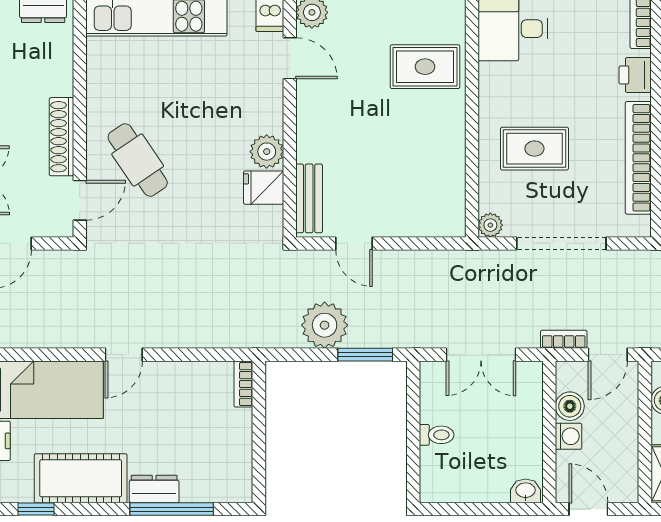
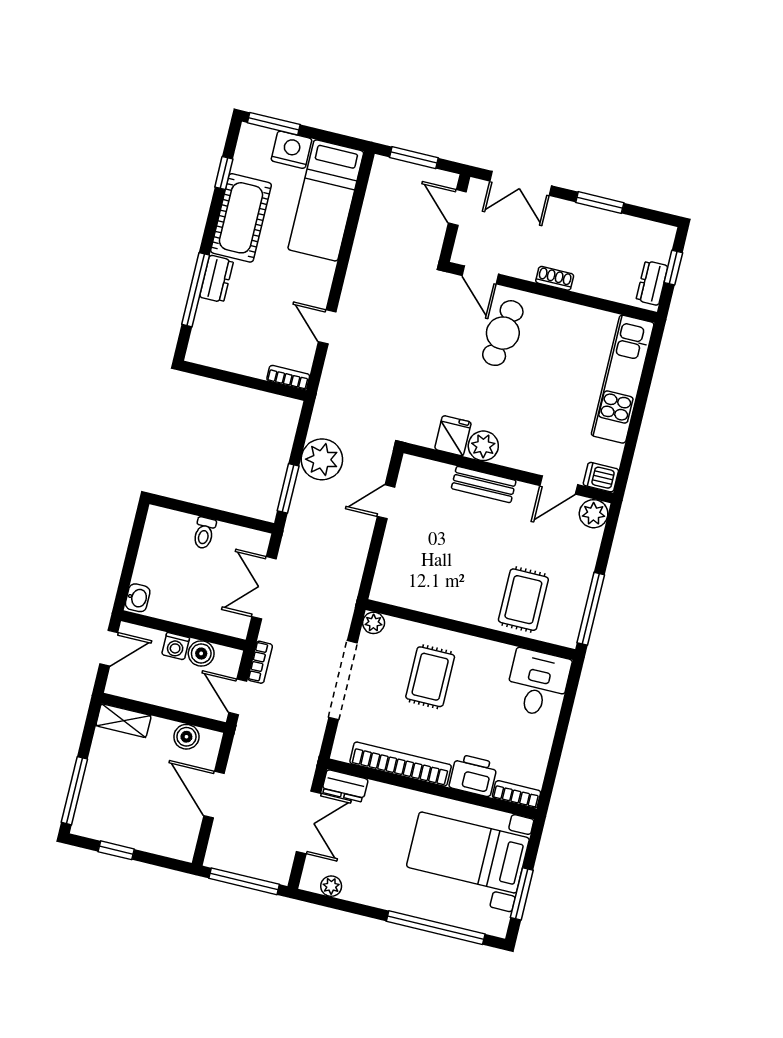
printer: (635, 75) -> (473, 775), width x1.36, depth x1.24
shoe rack: (61, 137) -> (555, 278), width x0.51, depth x0.81
cafe table: (138, 160) -> (503, 333), turned -48
bench: (309, 198) -> (484, 485), moved
door: (124, 355) -> (327, 327), moved

